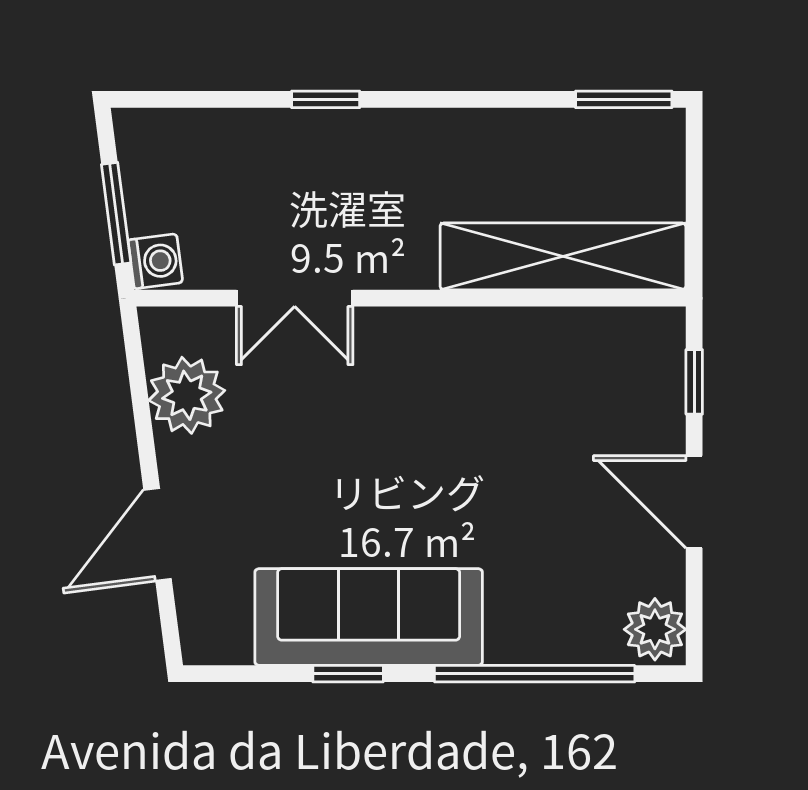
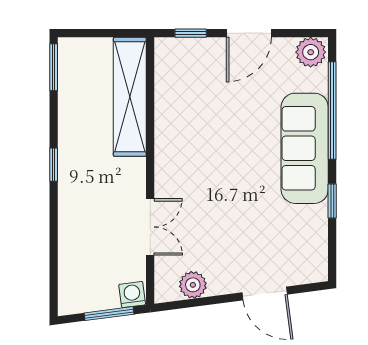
window: (326, 99) -> (54, 165), moved
plant: (187, 395) -> (193, 285), width x0.73, depth x0.73
sofa: (369, 617) -> (305, 148), moved

